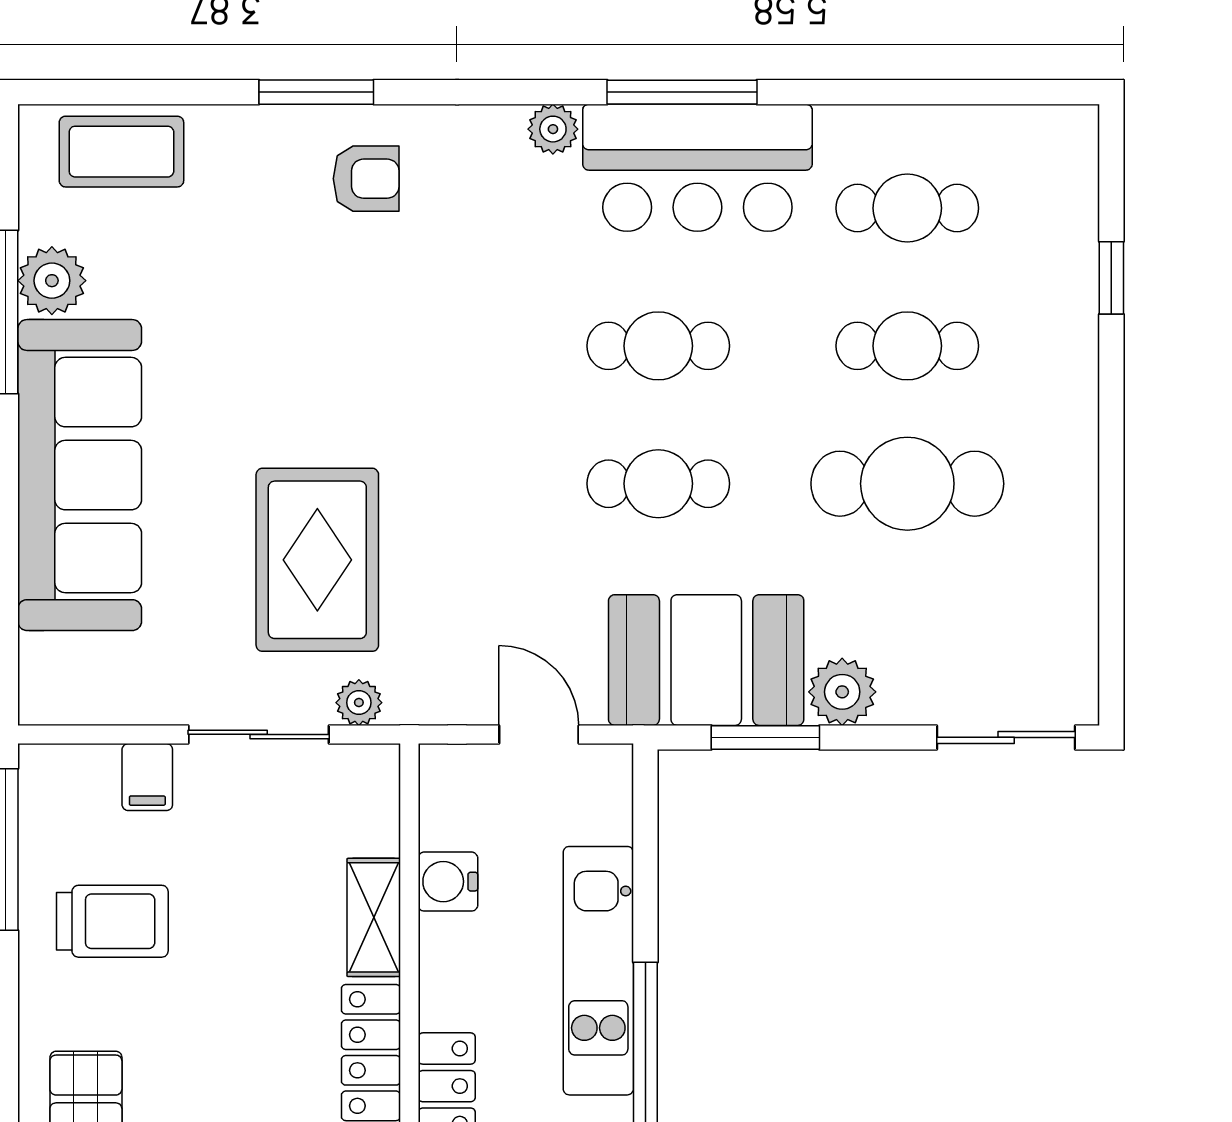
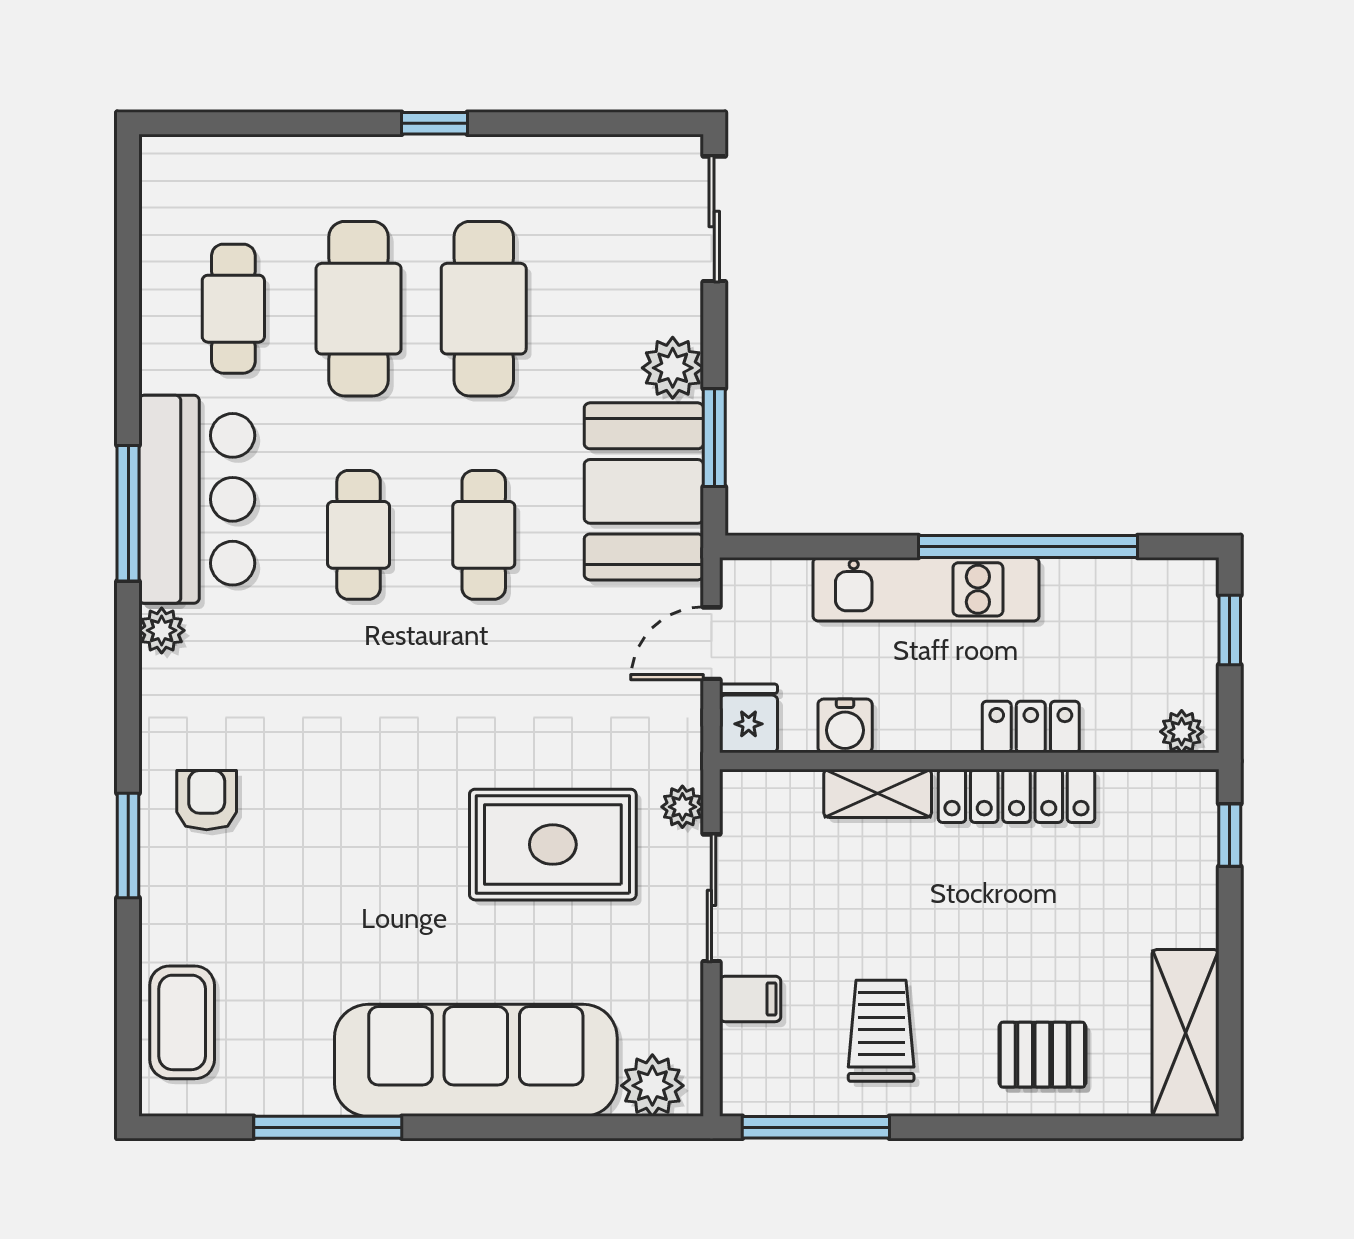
window: (1111, 278) -> (434, 123), moved
plant: (52, 281) -> (652, 1086), moved
cafe table: (907, 346) -> (359, 309), width x1.37, depth x1.35
fridge: (456, 775) -> (749, 718), added

